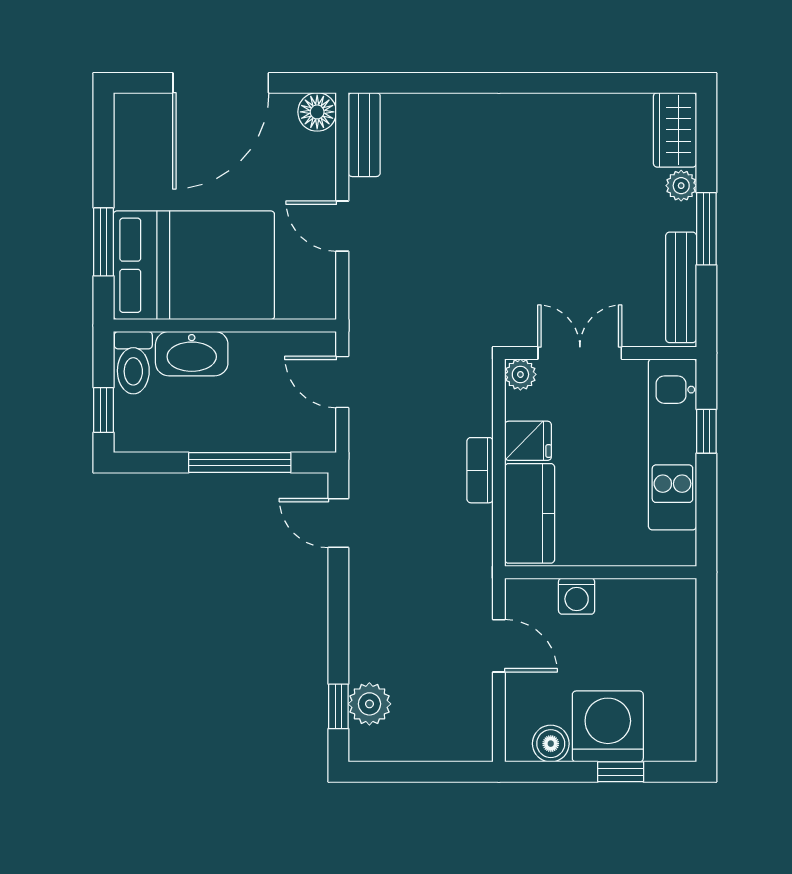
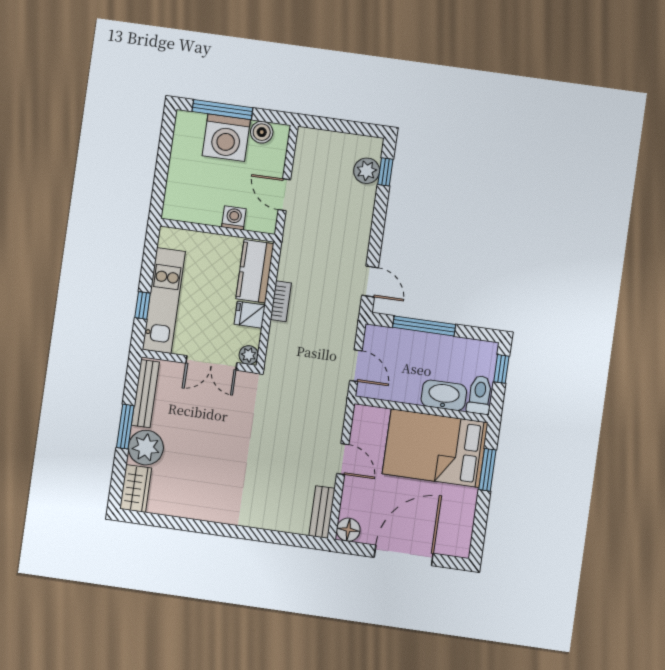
plant: (681, 186) -> (146, 448), width x1.88, depth x1.88
window: (621, 772) -> (222, 110), width x2.17

